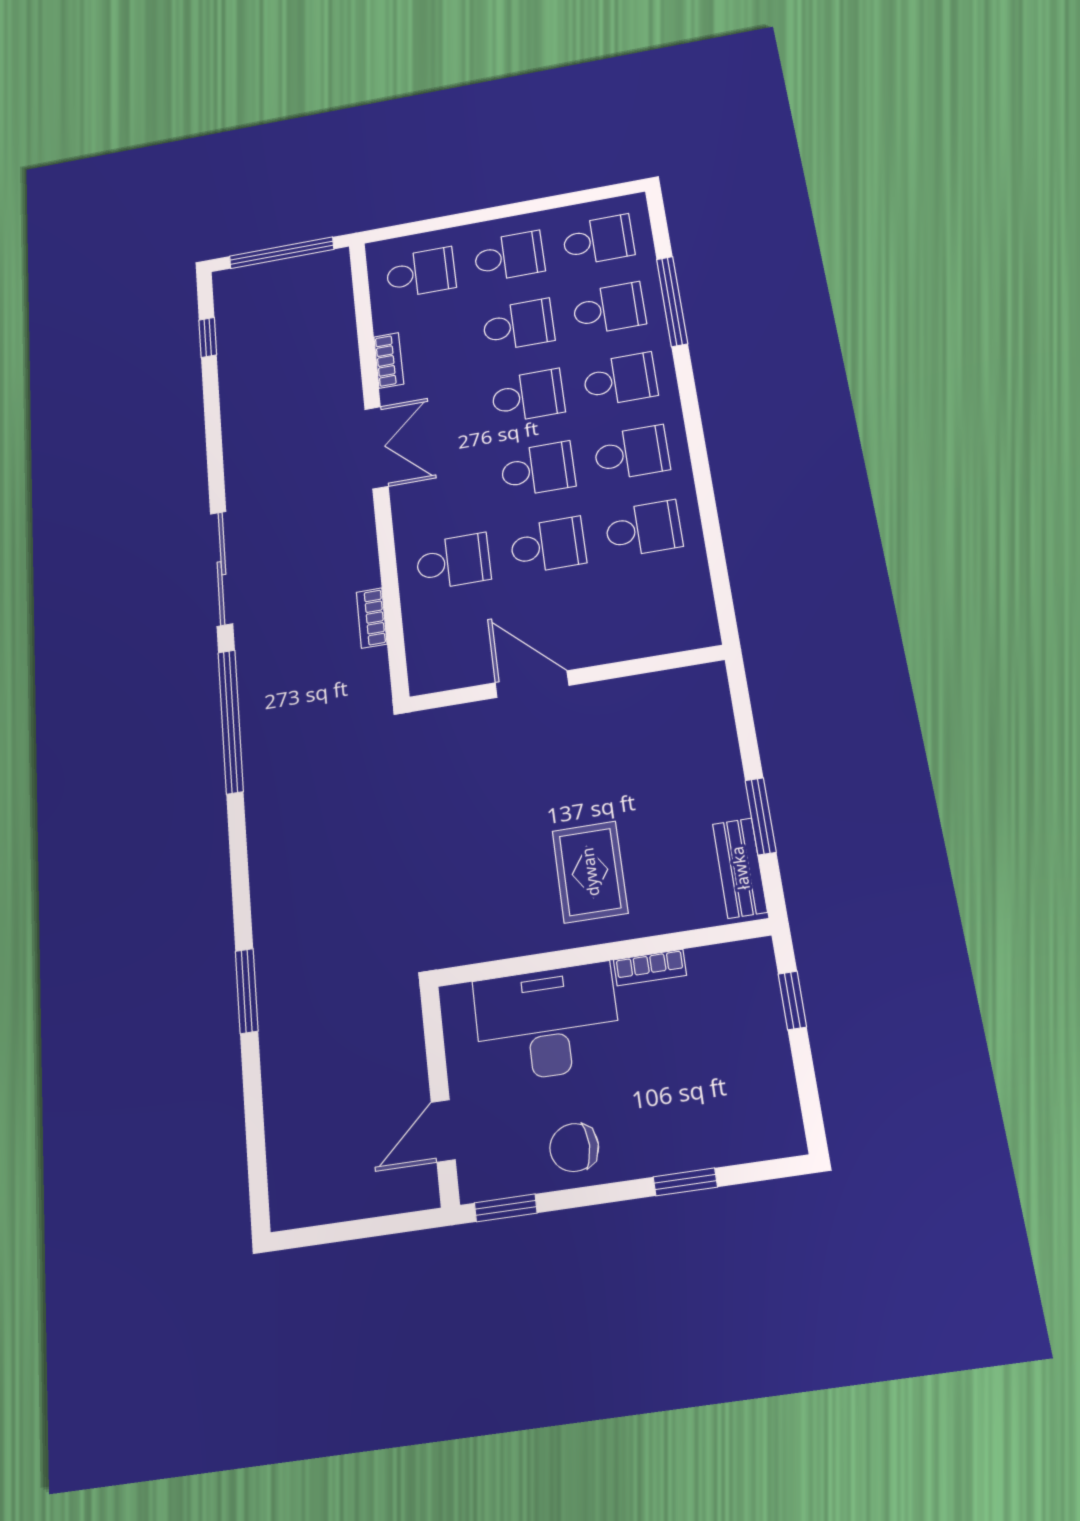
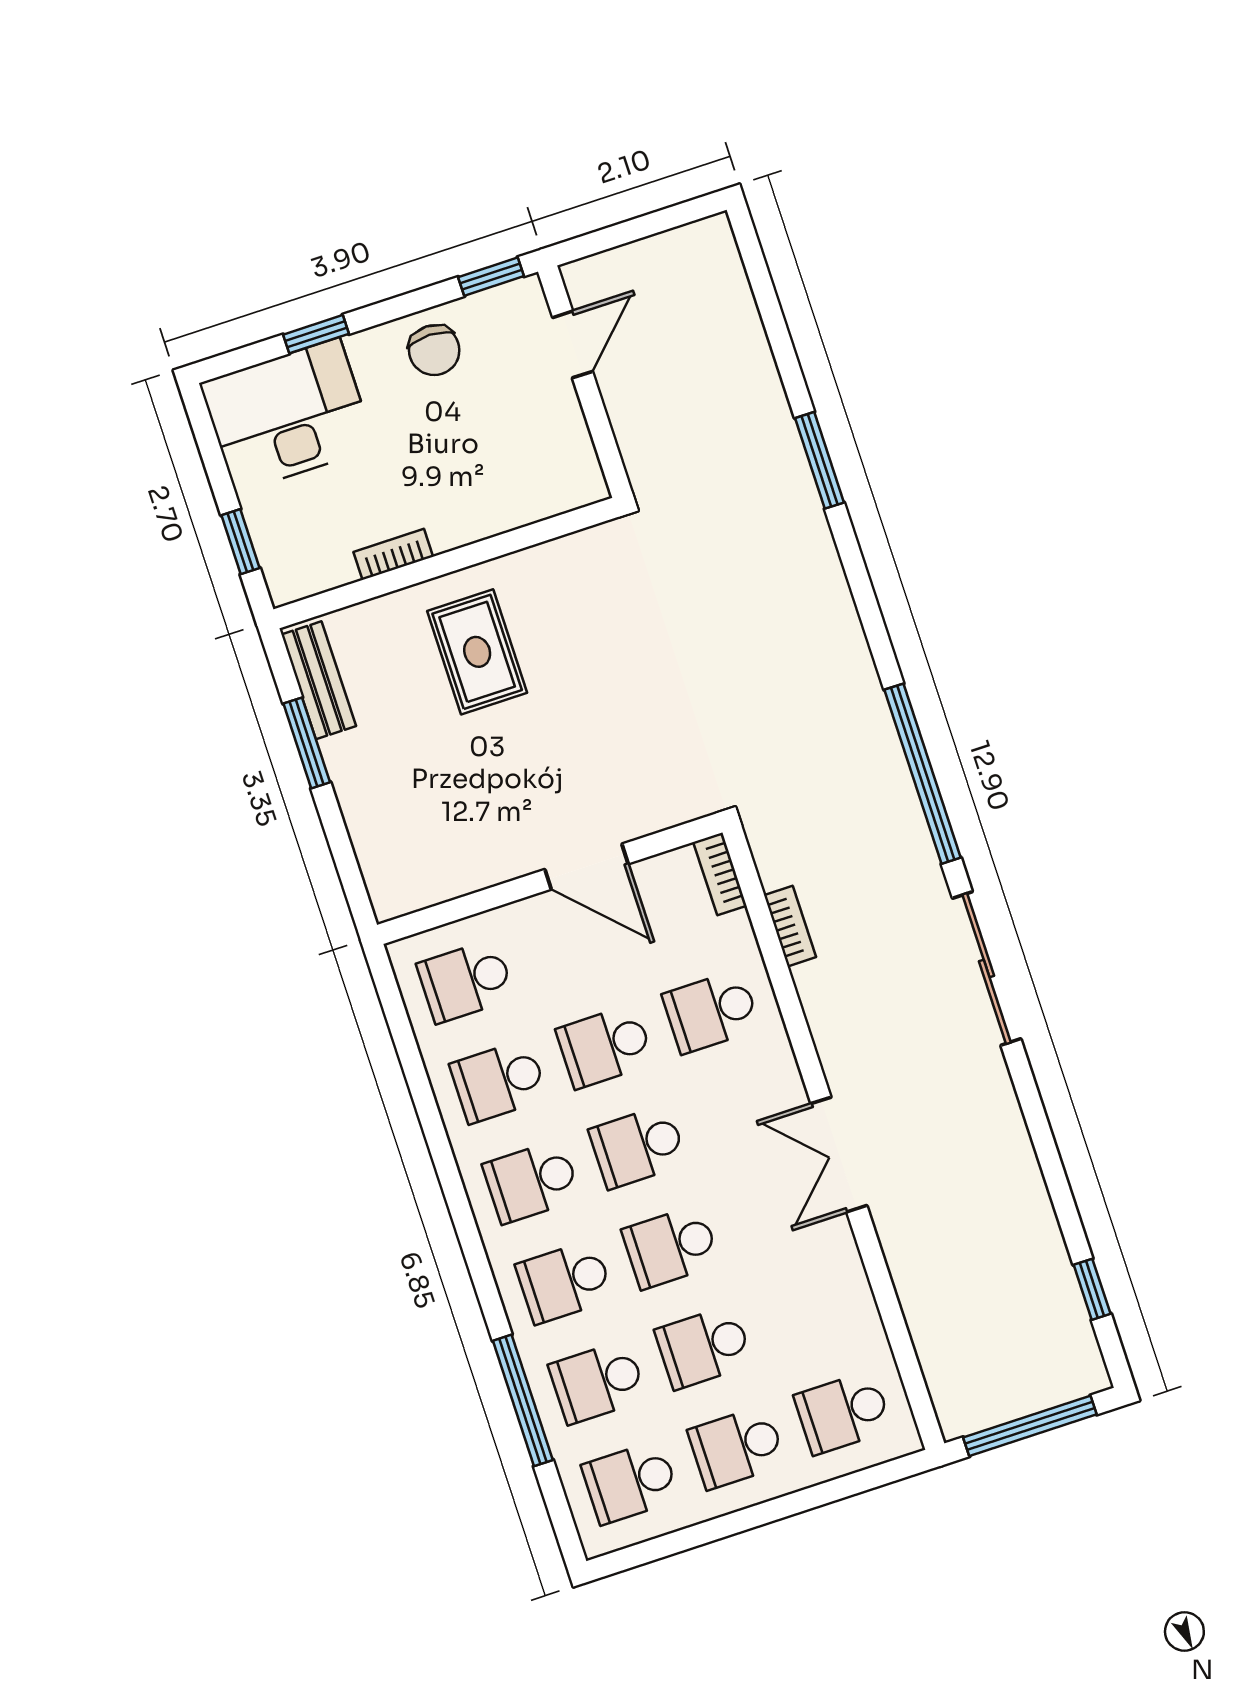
bookcase: (389, 360) -> (720, 874), moved
school desk: (656, 608) -> (466, 981), added
desk: (547, 1023) -> (287, 415), moved, turned 180
chair: (574, 1147) -> (434, 350), turned 90

